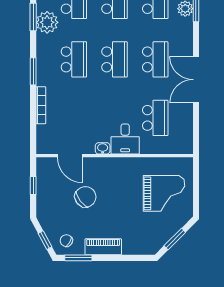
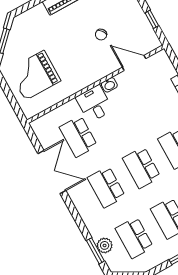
double door: (196, 80) -> (52, 172), moved
chair: (85, 197) -> (101, 35), width x0.54, depth x0.54

